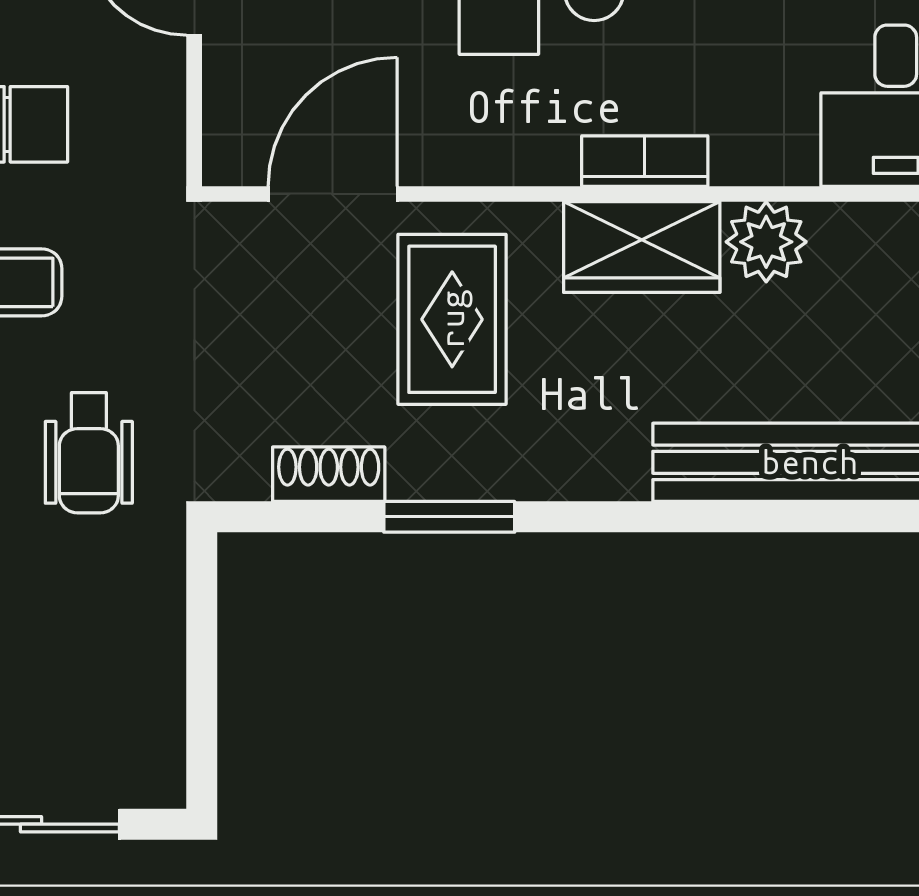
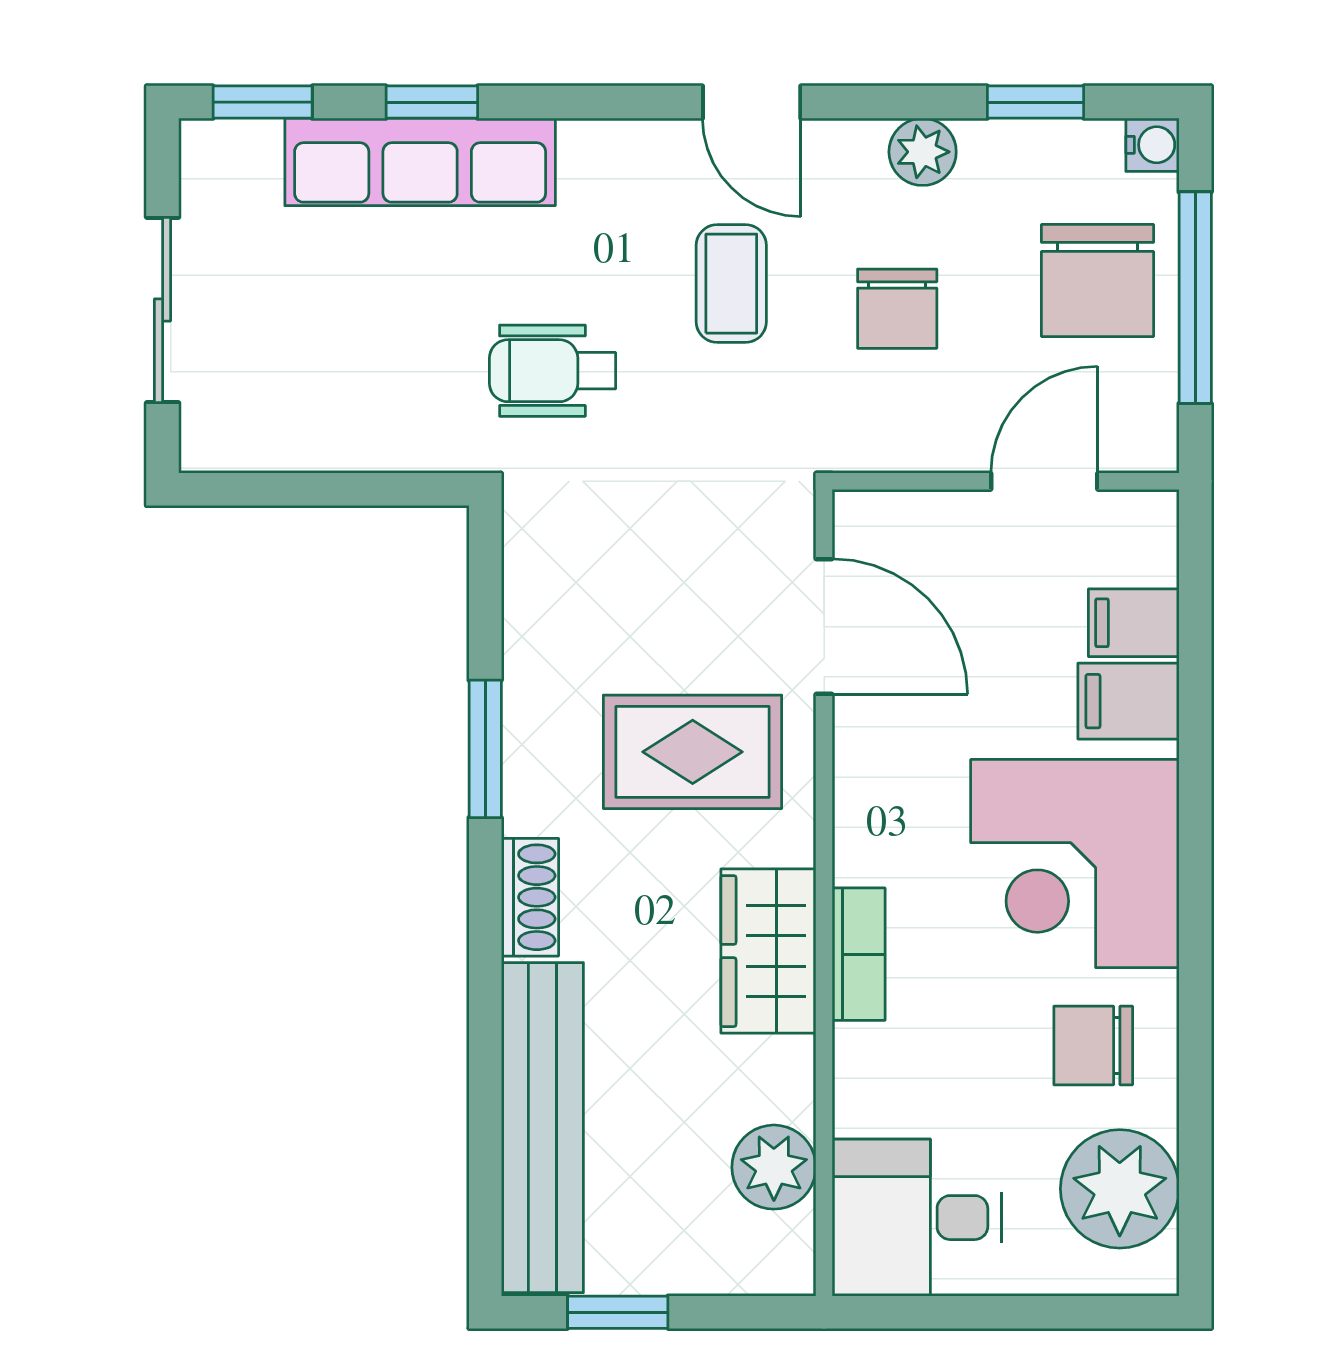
plant: (766, 242) -> (774, 1167), moved
shoe rack: (329, 474) -> (530, 897), moved

